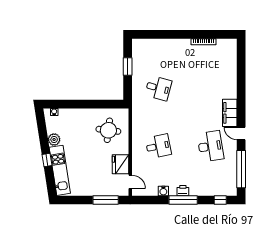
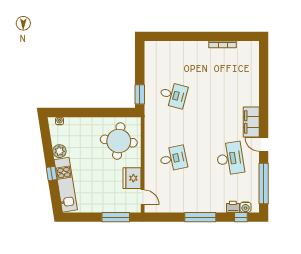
window: (128, 67) -> (140, 94), moved
round table: (108, 130) -> (119, 141), width x1.36, depth x1.36
water cooler: (163, 191) -> (246, 207), moved
printer: (183, 191) -> (233, 207), moved

